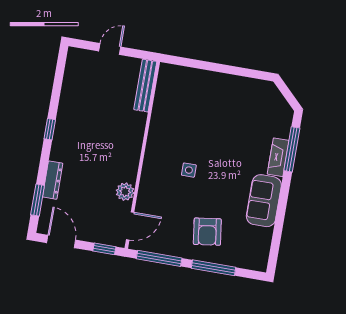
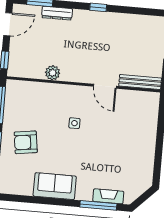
fireplace: (278, 157) -> (108, 196), moved
door: (130, 226) -> (105, 86), moved

